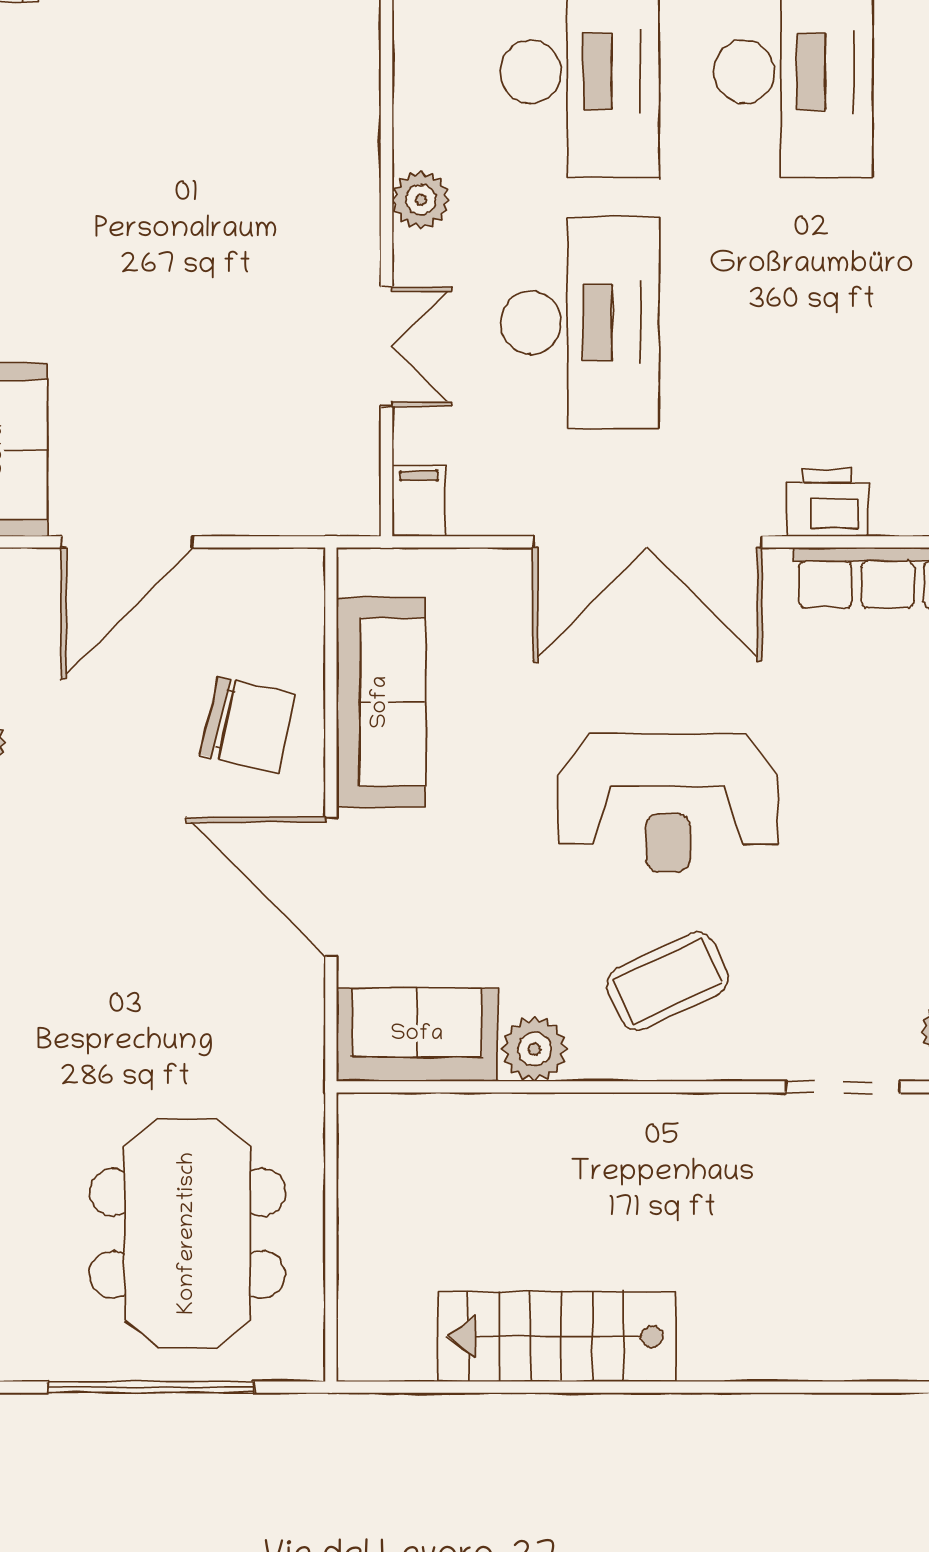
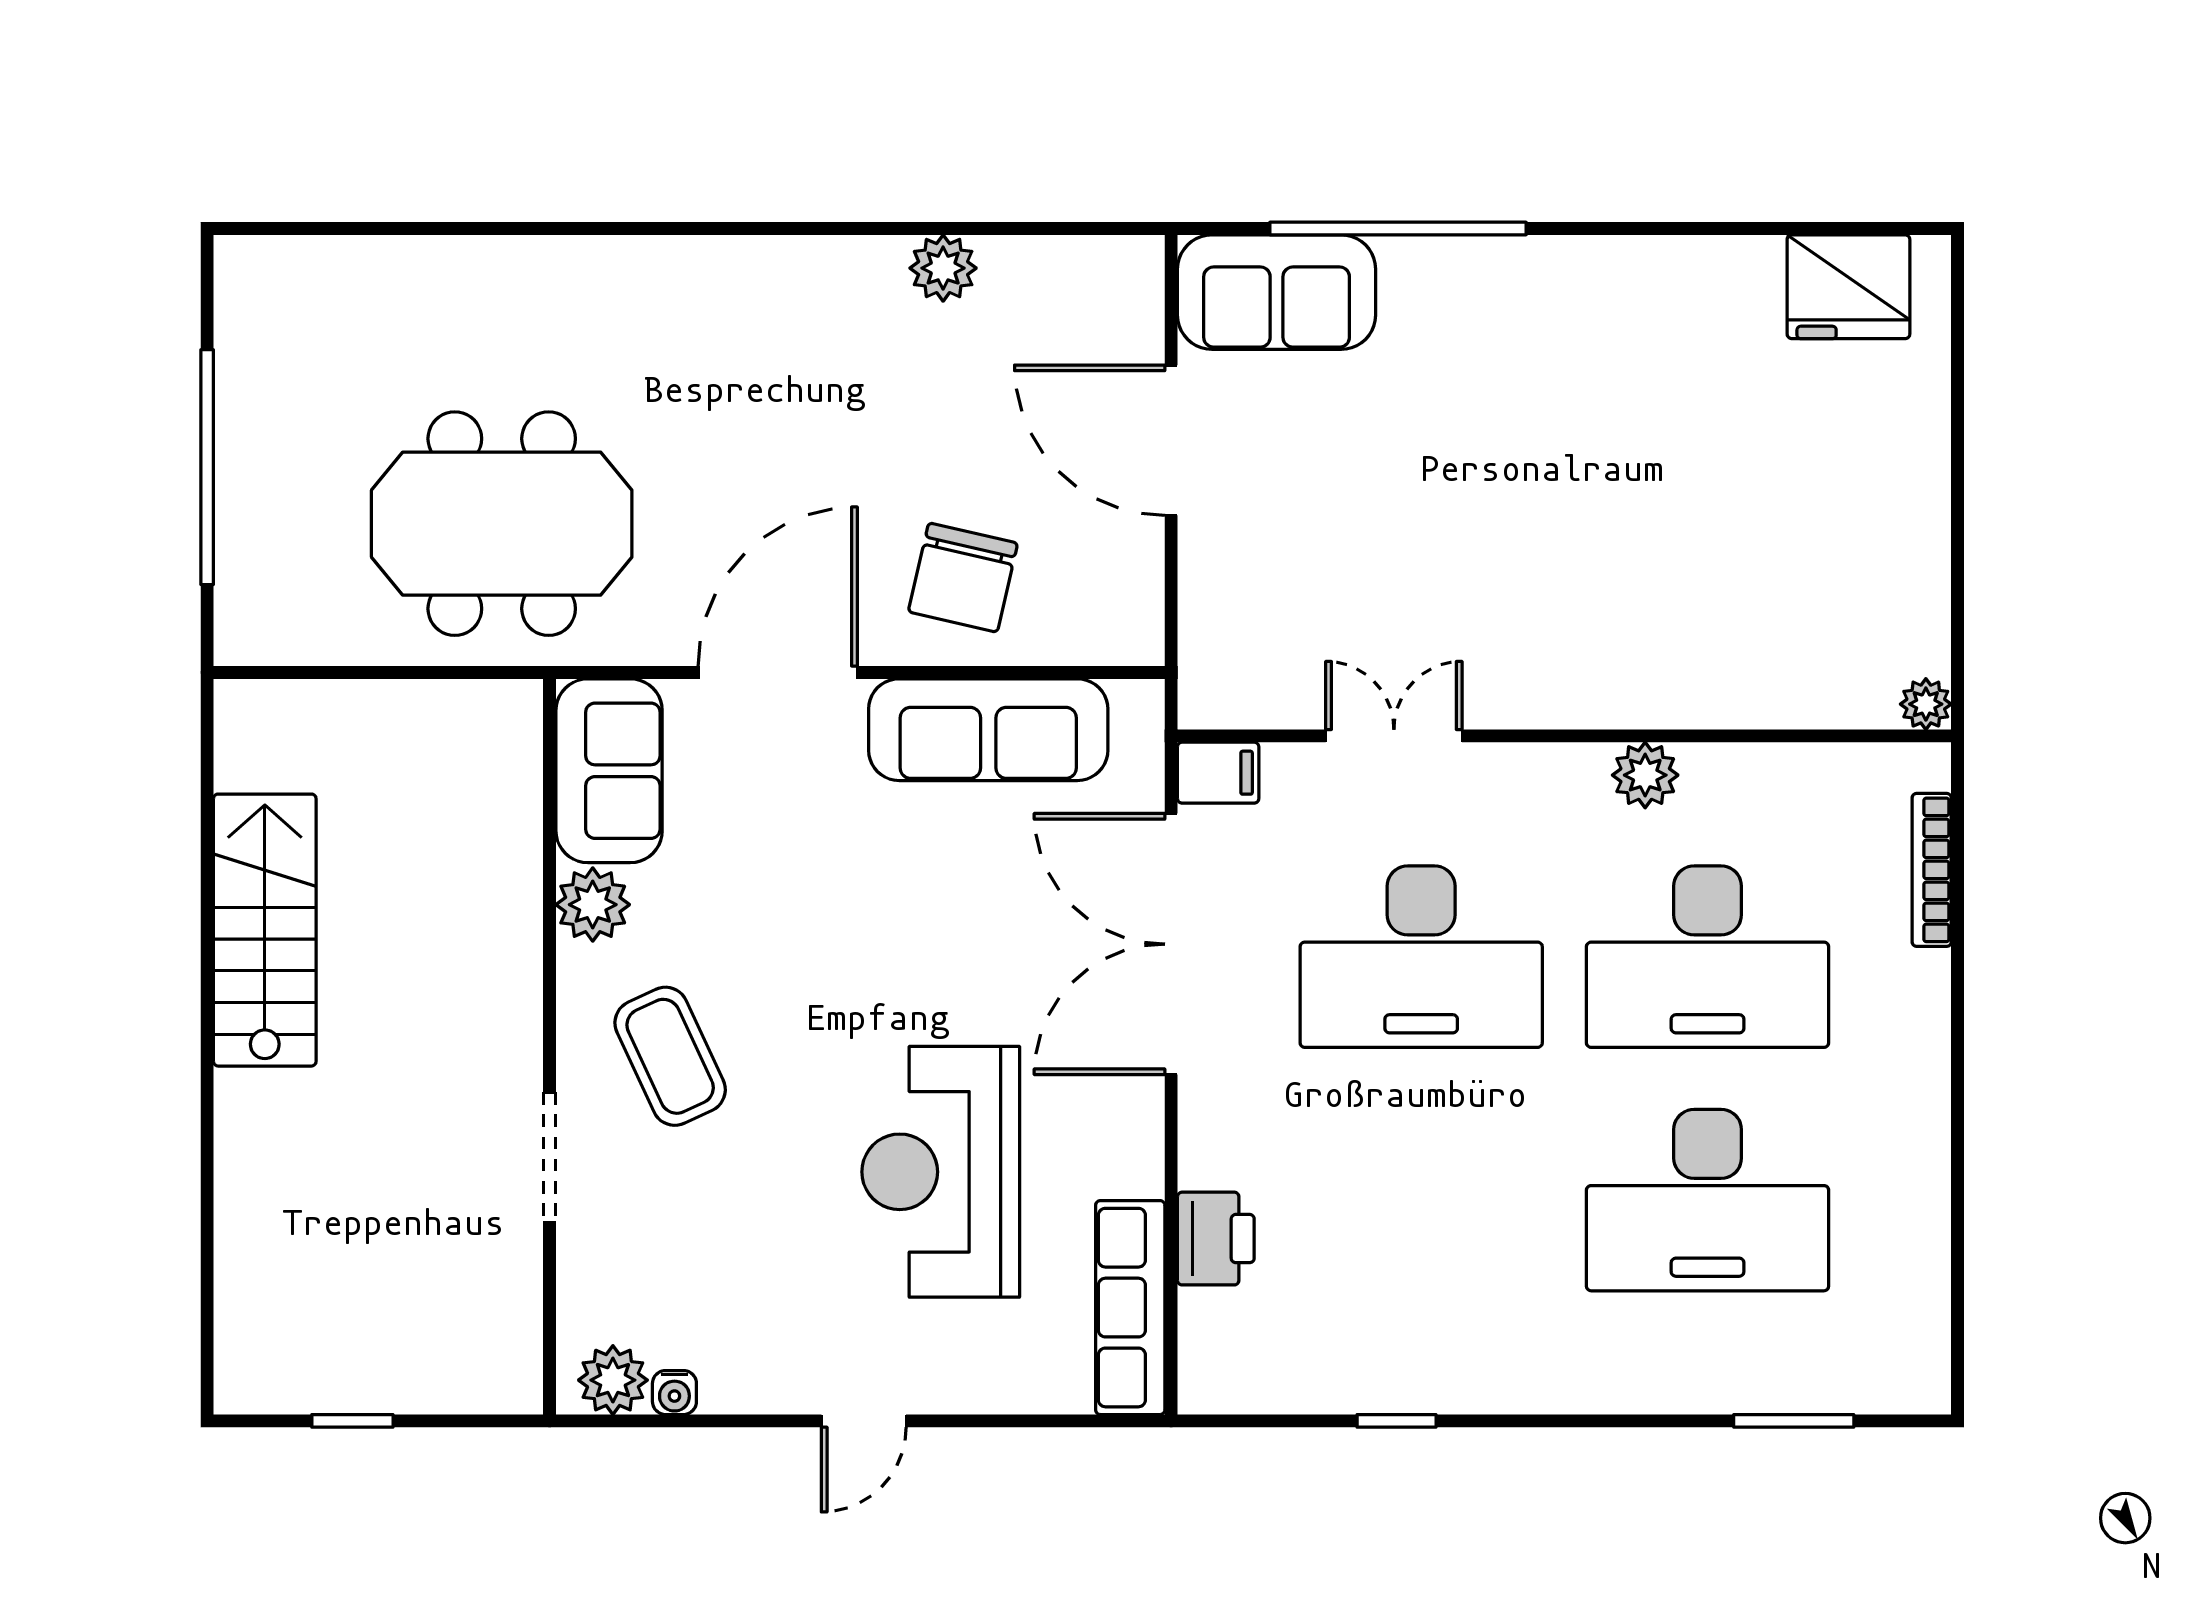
plant: (421, 200) -> (1645, 775), moved
double door: (386, 347) -> (1394, 736), swing flipped
double door: (647, 542) -> (1171, 944), moved
reception desk: (668, 803) -> (941, 1172), moved
doorway: (843, 1087) -> (550, 1157), moved
meeting table: (188, 1233) -> (502, 524), moved

